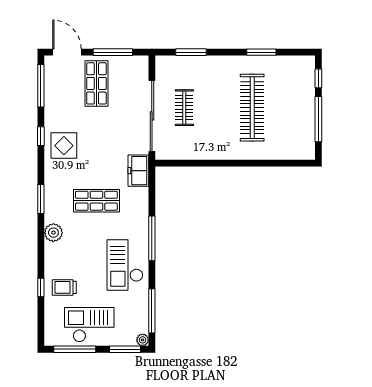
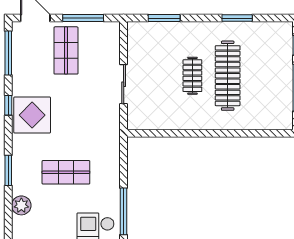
clothes rail: (184, 108) -> (192, 76), moved
sliding door: (152, 116) -> (124, 84), width x0.54
display table: (64, 146) -> (32, 115), width x1.36, depth x1.36
freezer: (138, 171) -> (110, 141), removed

